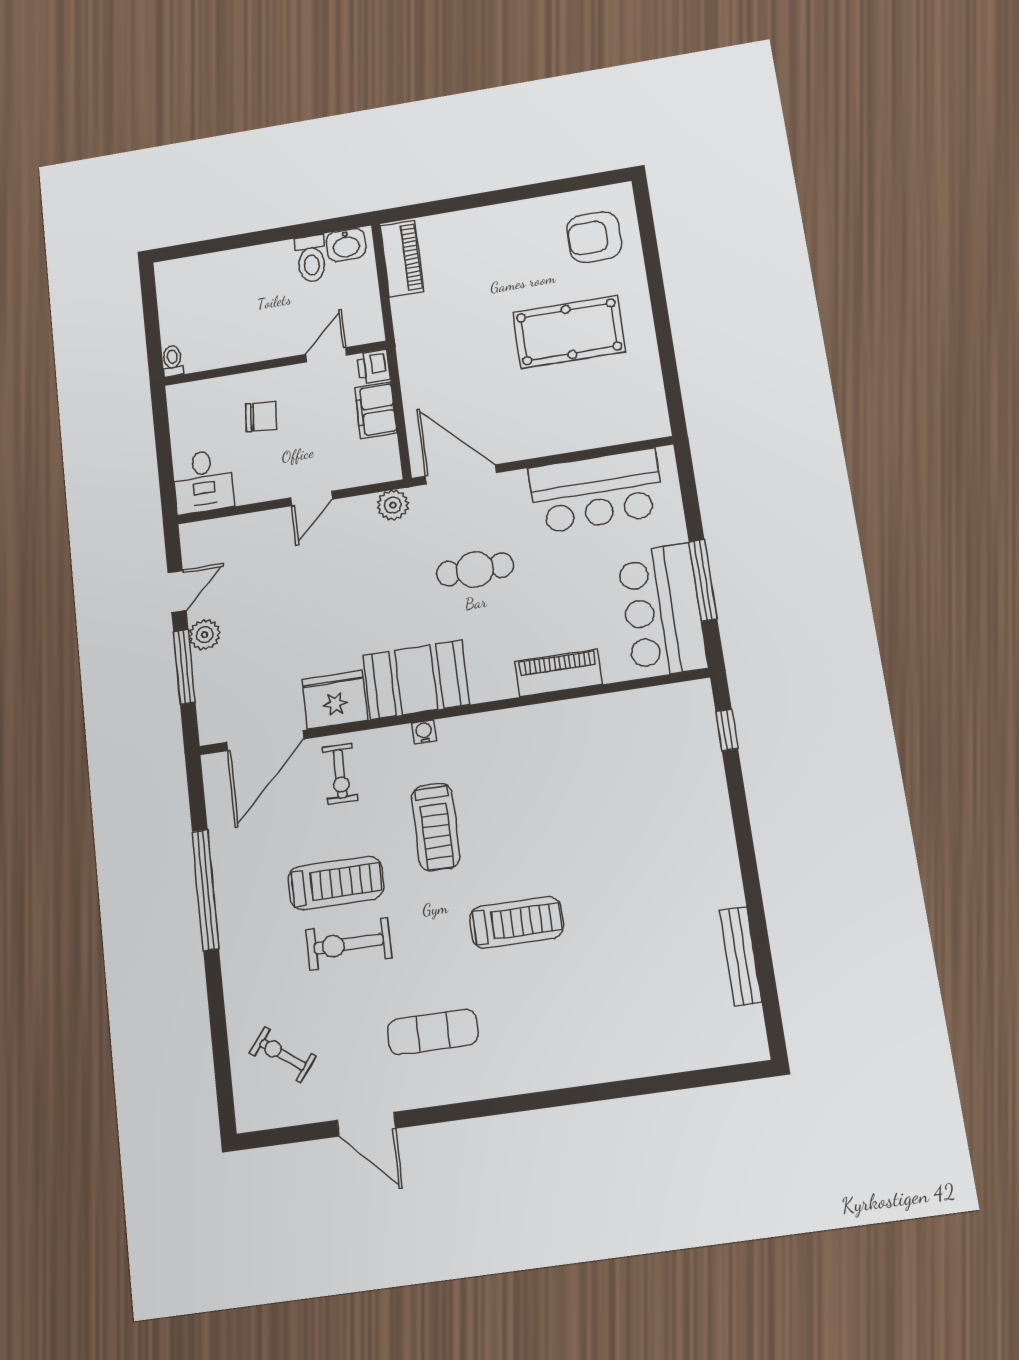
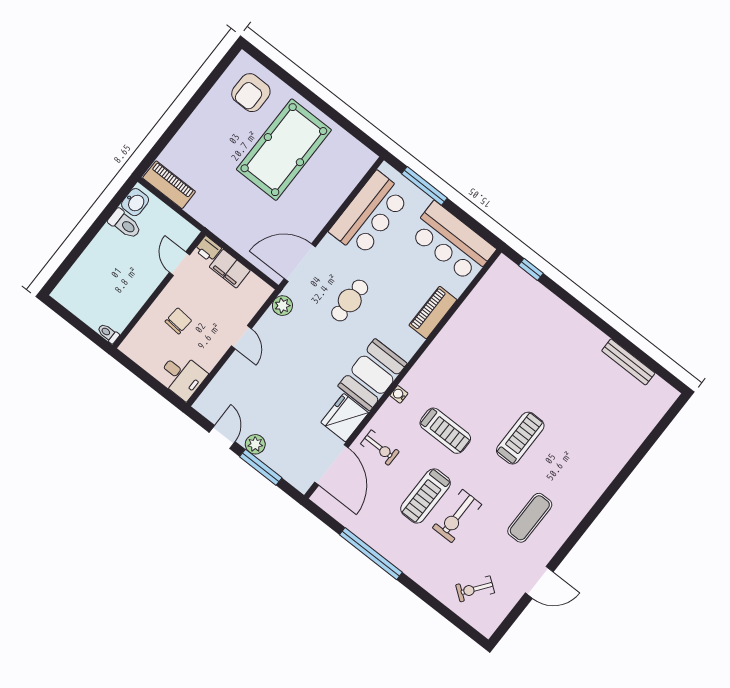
pool table: (569, 332) -> (284, 150), width x1.36, depth x1.32
window: (703, 580) -> (424, 186), moved
treadmill: (336, 883) -> (425, 496), turned 180

